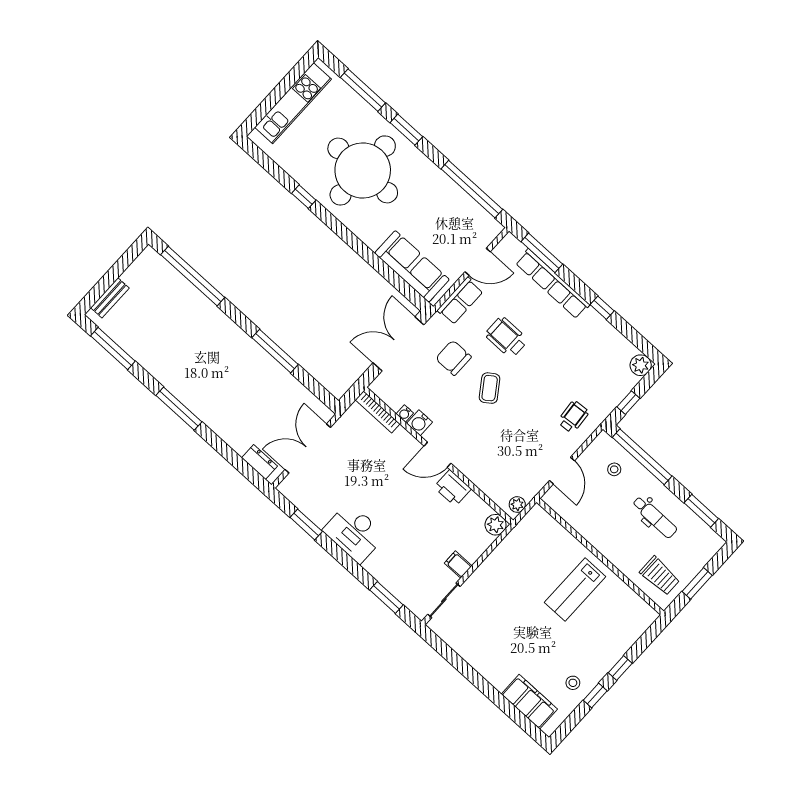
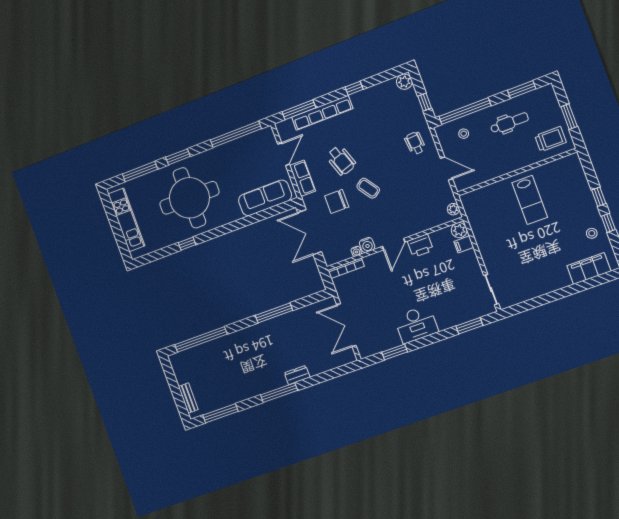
wheelchair: (506, 337) -> (341, 160), turned -109
dresser: (259, 462) -> (297, 375), moved
filing cabinet: (458, 565) -> (464, 244), moved

